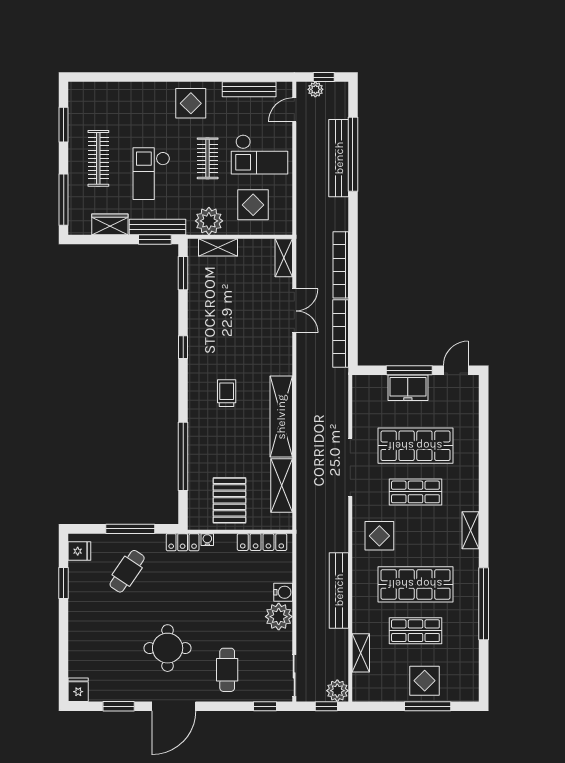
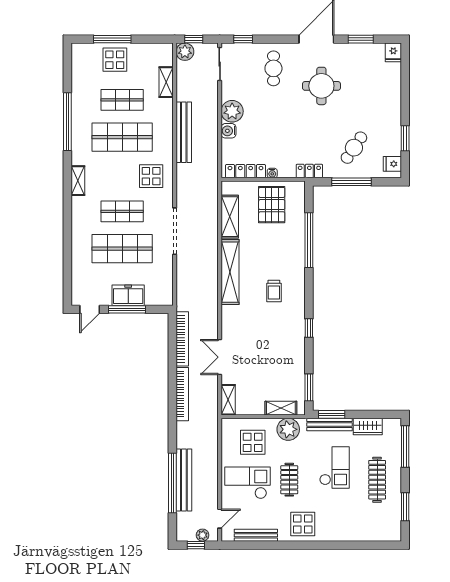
water cooler: (207, 540) -> (272, 173), moved

